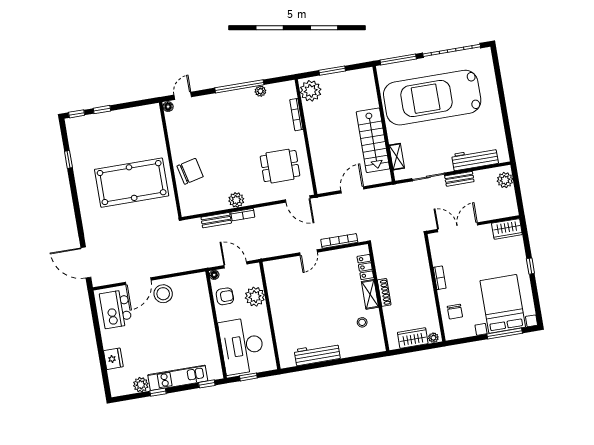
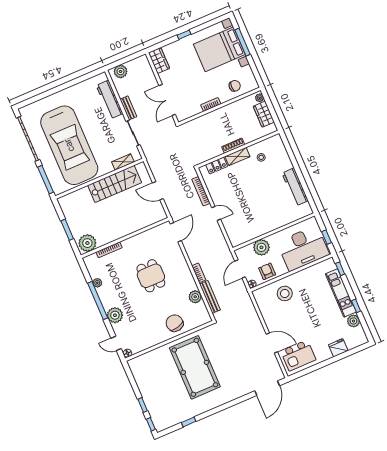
plant: (217, 103) -> (115, 315), added
dining table: (280, 166) -> (151, 276), moved
plant: (236, 200) -> (195, 297), moved
bench: (216, 220) -> (210, 297), width x1.36
stool: (163, 294) -> (285, 293), moved

